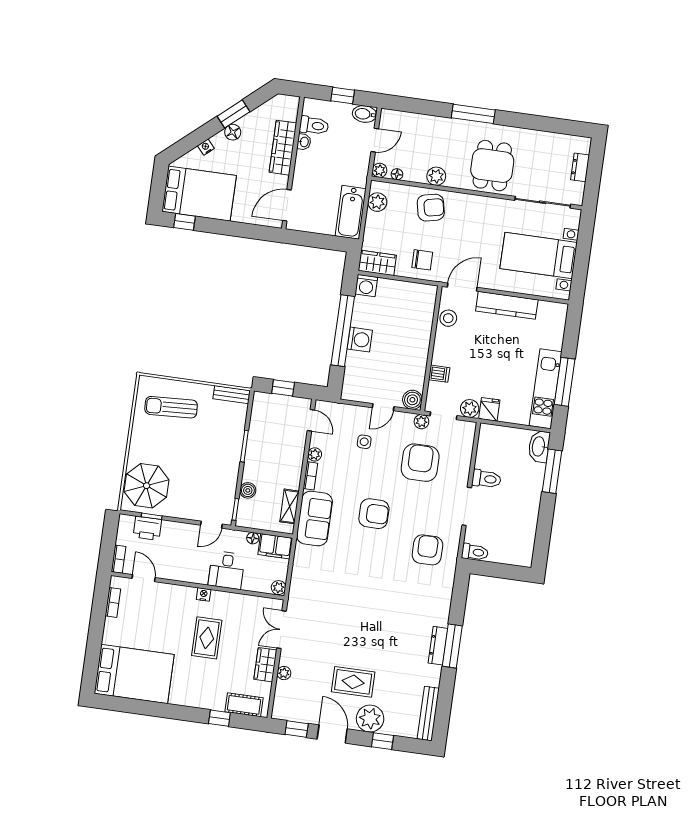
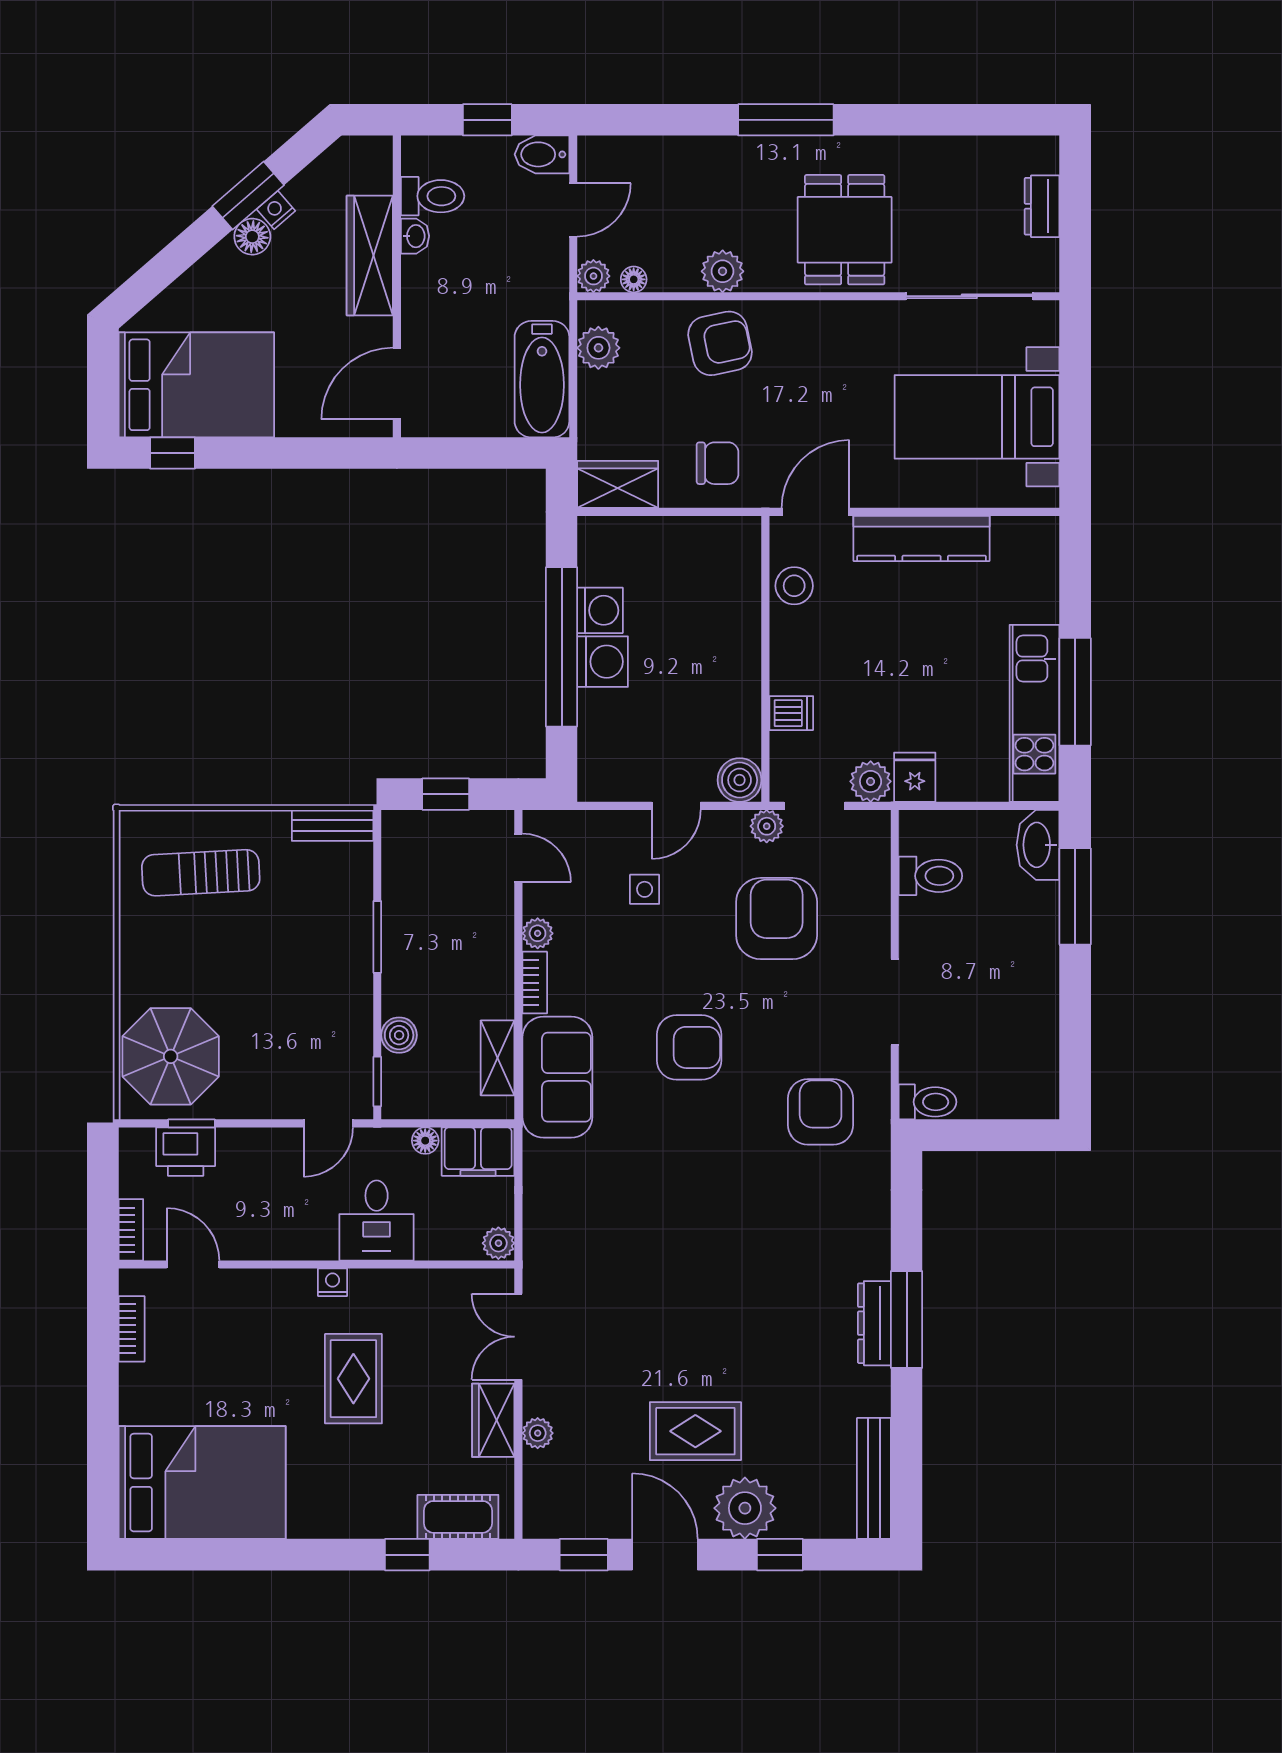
nightstand: (206, 147) -> (276, 210), moved
washing machine: (366, 286) -> (600, 610), moved, turned -90
toilet: (486, 479) -> (930, 876), moved

